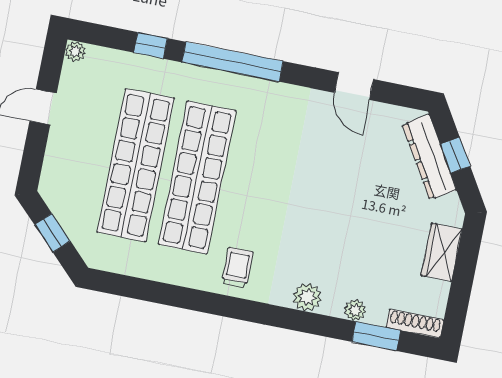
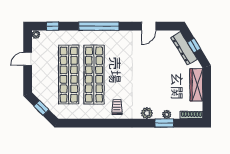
window: (151, 45) -> (53, 26), moved
door: (354, 86) -> (149, 26), hinge flipped
wardrobe: (442, 252) -> (196, 85), width x1.50
window: (376, 336) -> (164, 123), moved

